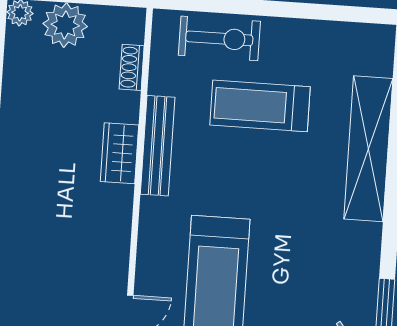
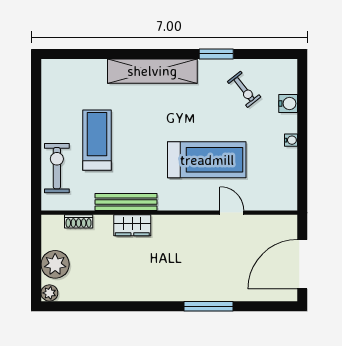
treadmill: (260, 106) -> (97, 140), turned 180
shelving: (368, 149) -> (152, 71), moved

